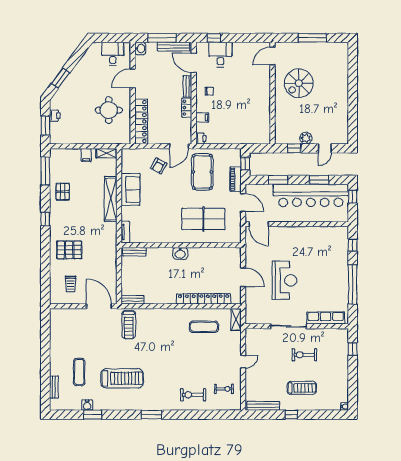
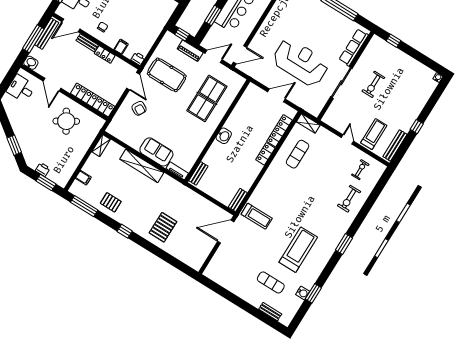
round table: (109, 110) -> (66, 121), turned -31
filing cabinet: (86, 155) -> (83, 178), moved
sofa: (130, 189) -> (156, 152), moved
reception desk: (284, 280) -> (300, 62), width x1.36, depth x1.30
trolley: (70, 284) -> (192, 244), removed
treadmill: (302, 388) -> (374, 134), moved

